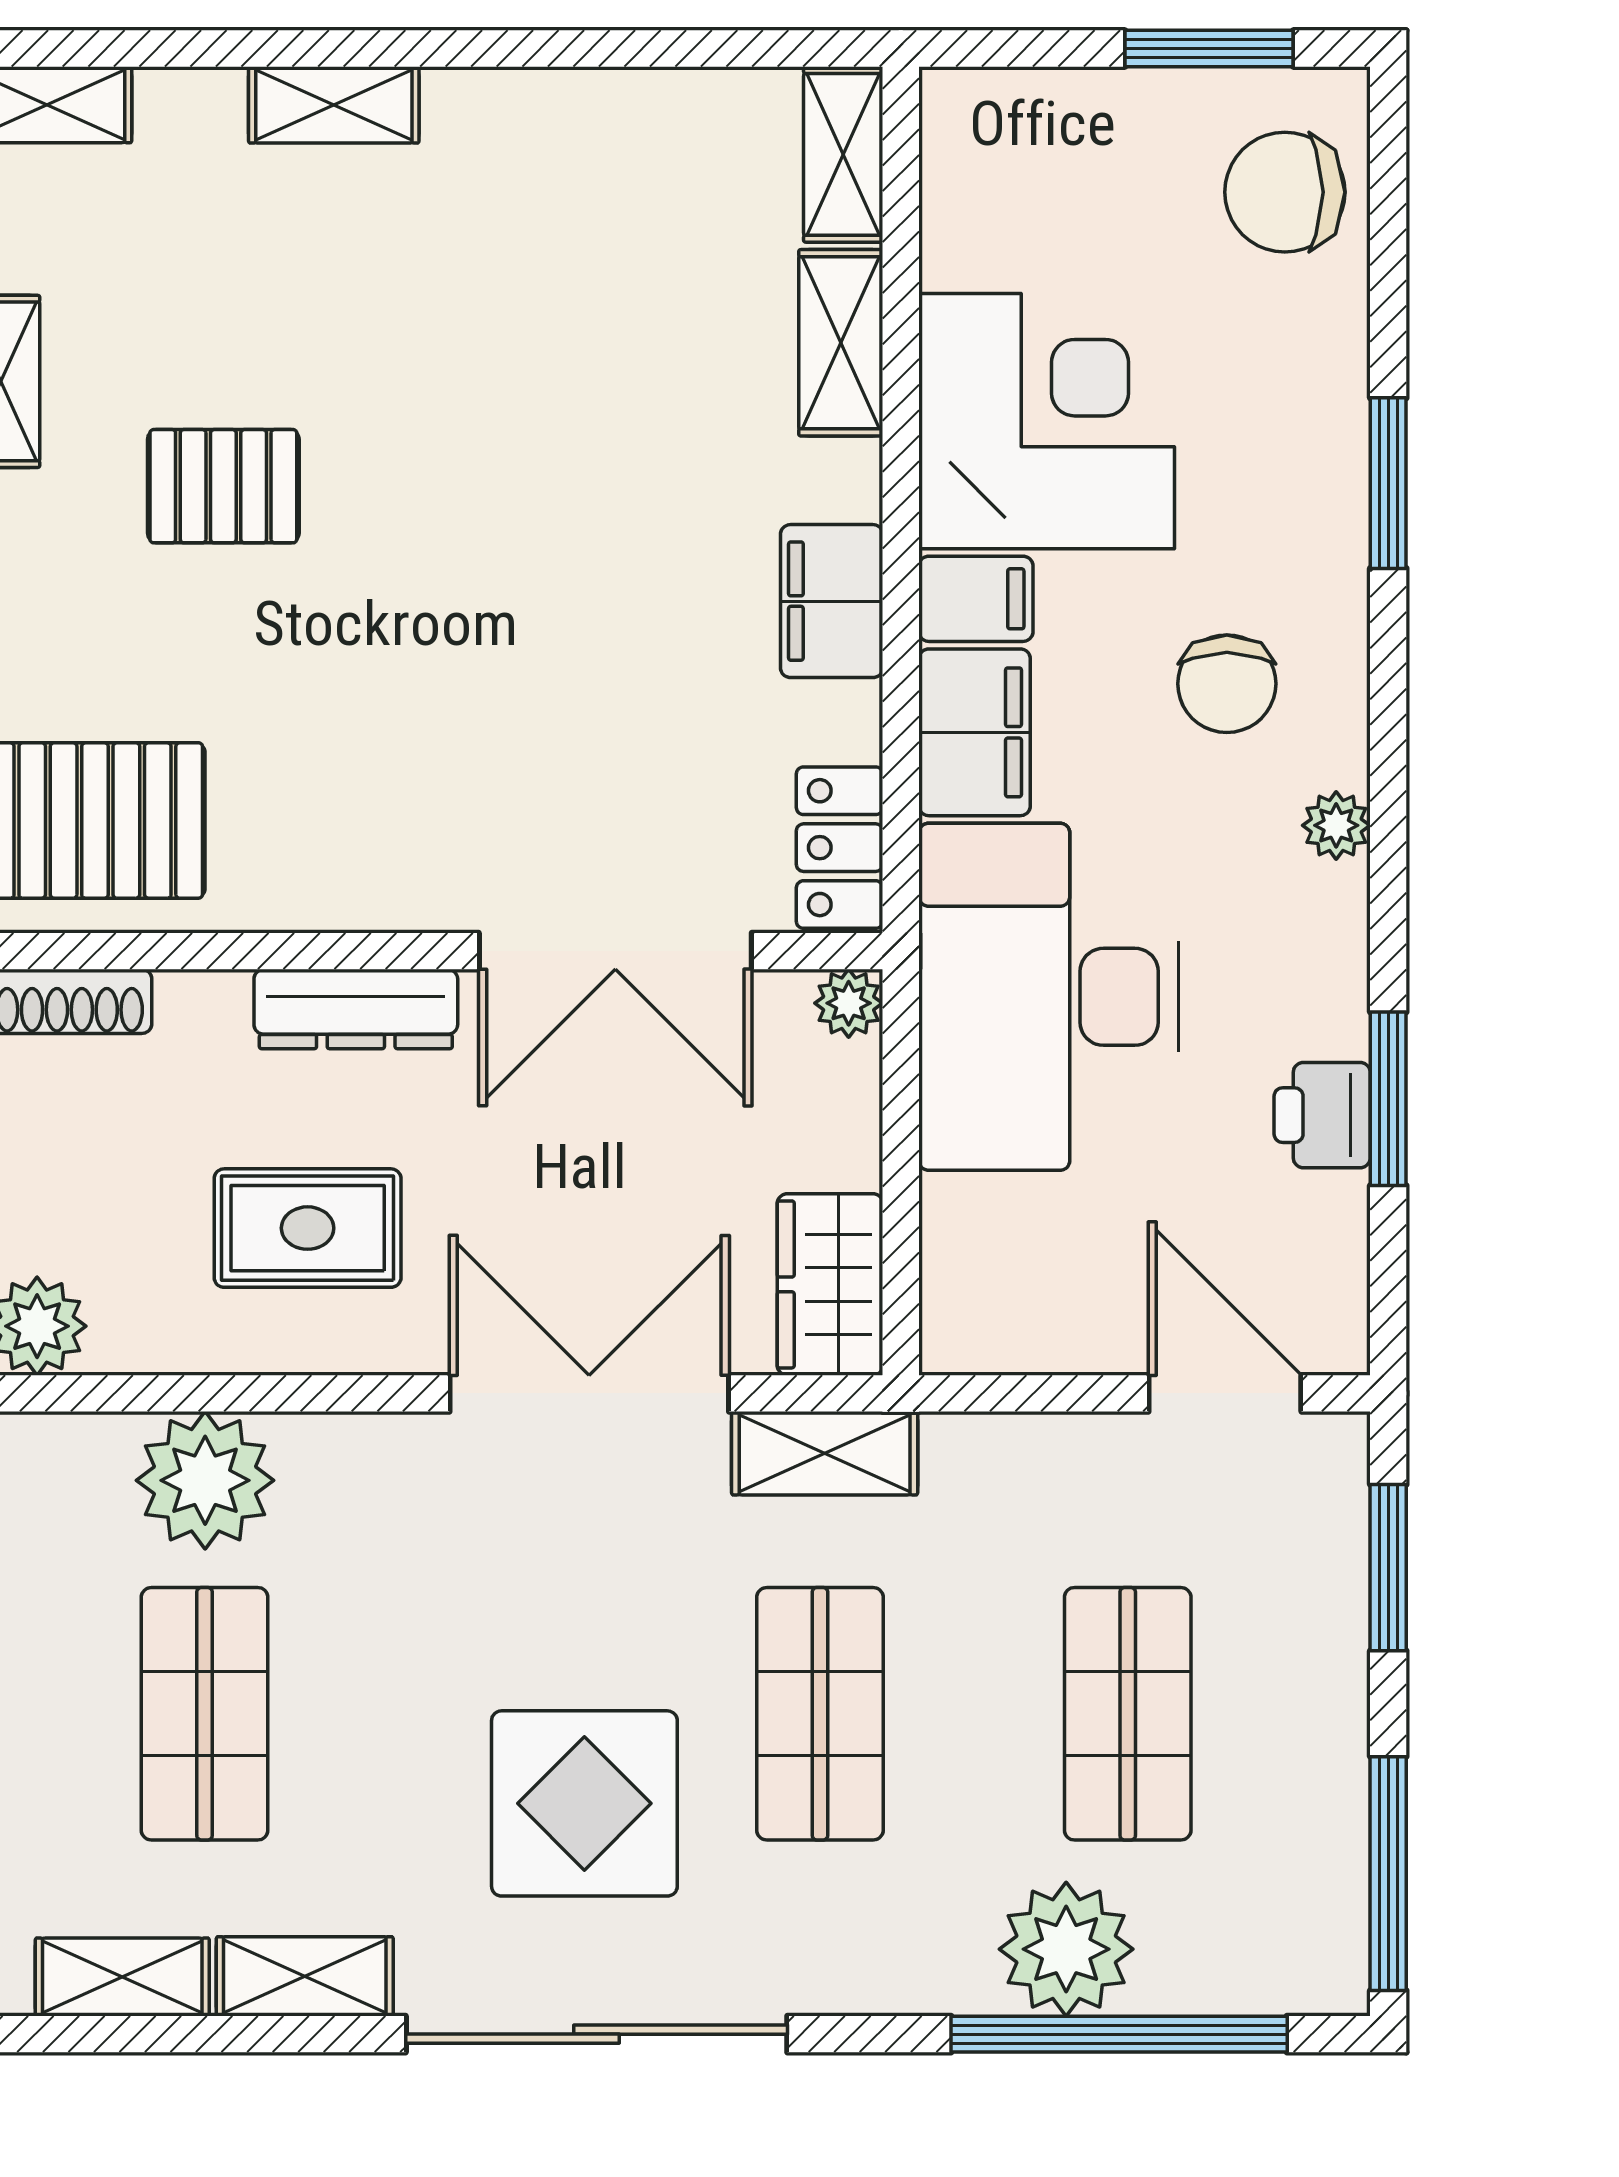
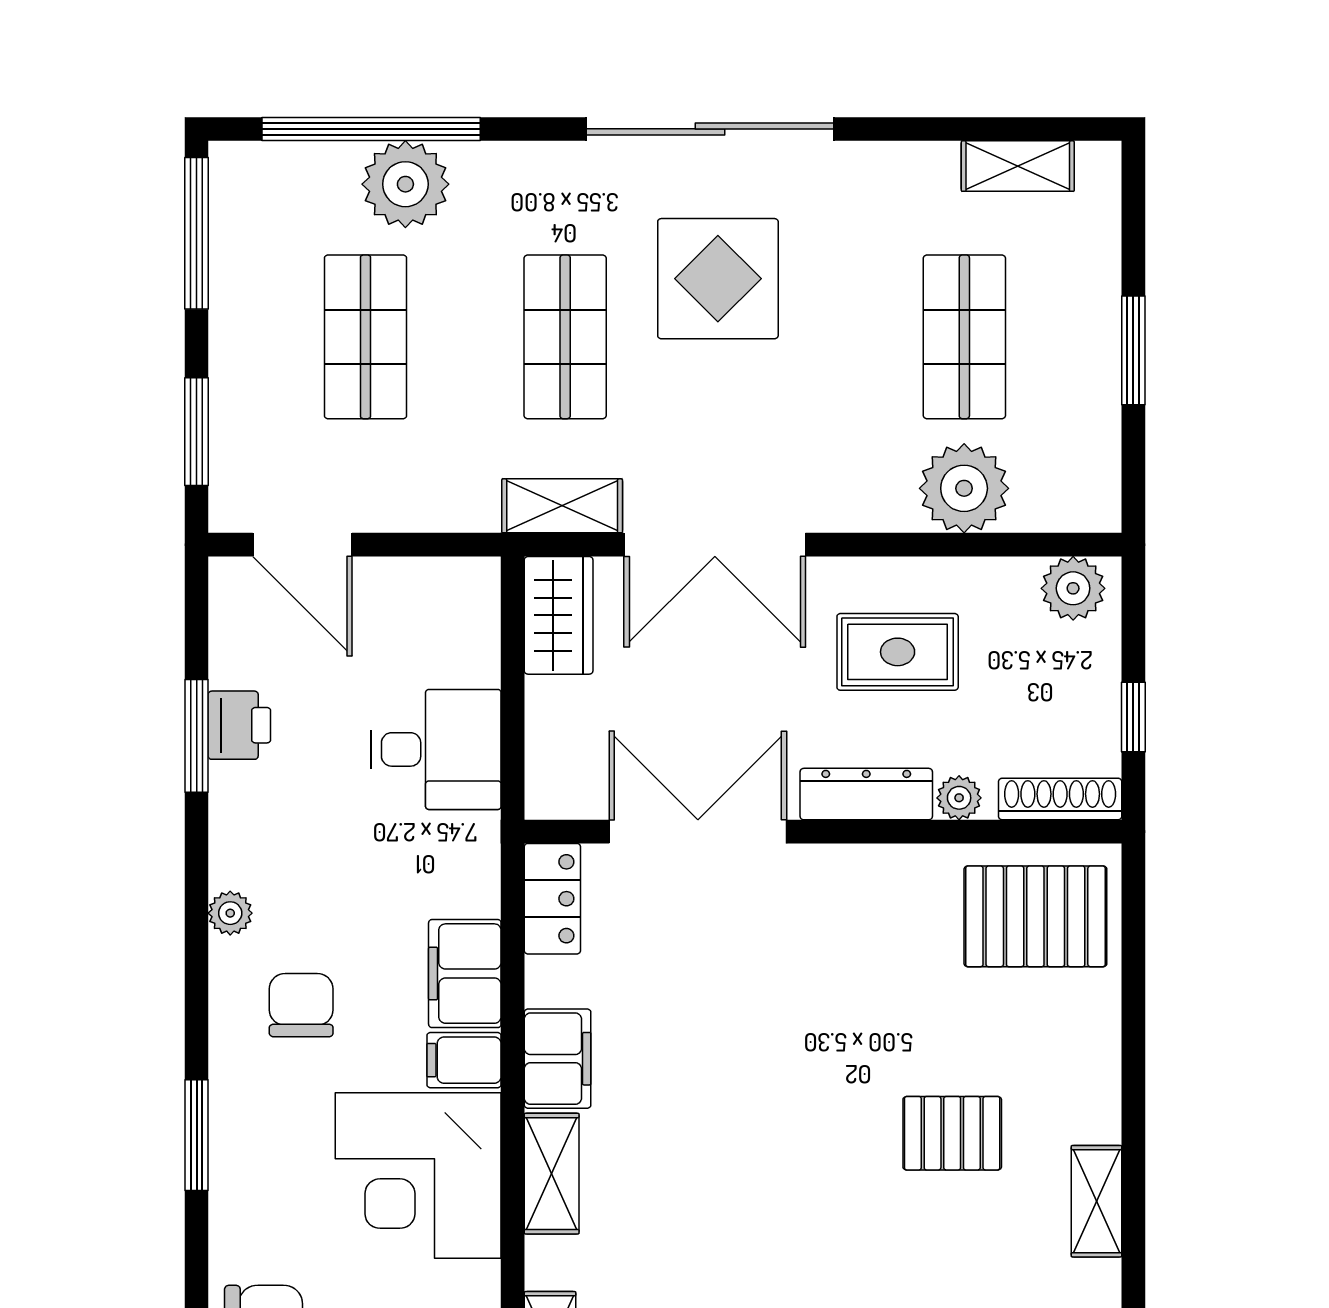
shelving: (841, 343) -> (552, 1174), moved
desk: (1049, 997) -> (436, 749), width x0.53, depth x0.77
plant: (849, 1003) -> (959, 798), moved
shelving: (305, 1976) -> (899, 166), removed

